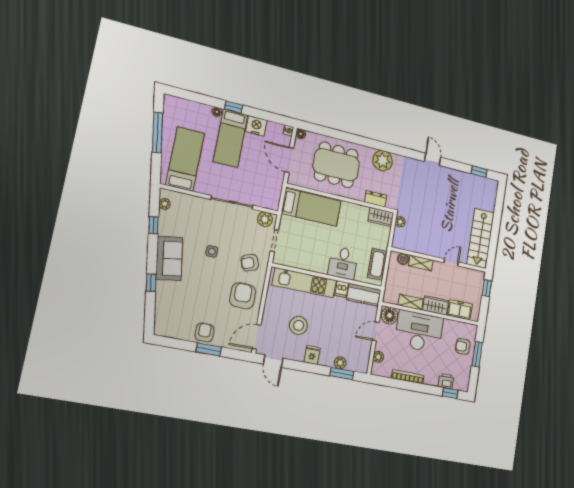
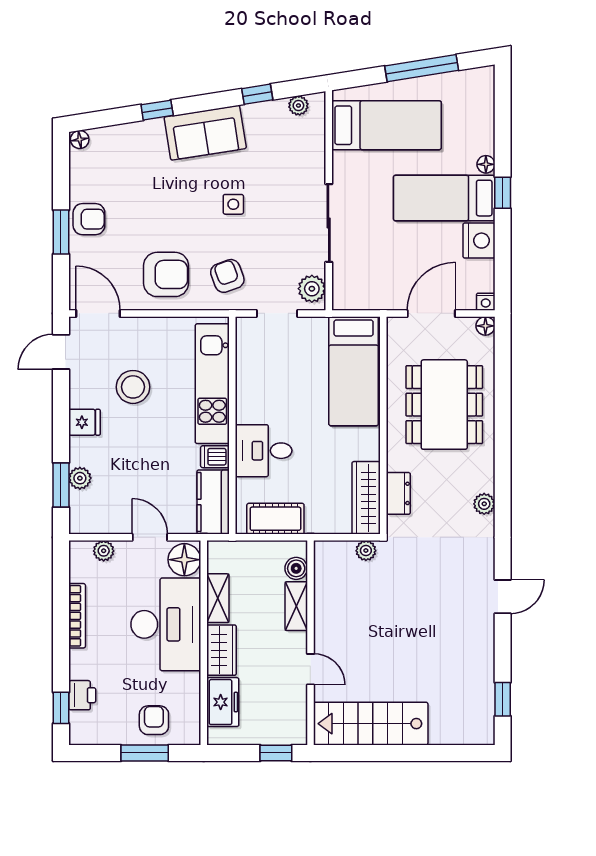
plant: (383, 161) -> (484, 504), width x0.53, depth x0.53
wardrobe: (381, 217) -> (366, 498), width x1.50
floor lamp: (159, 329) -> (80, 140), added

